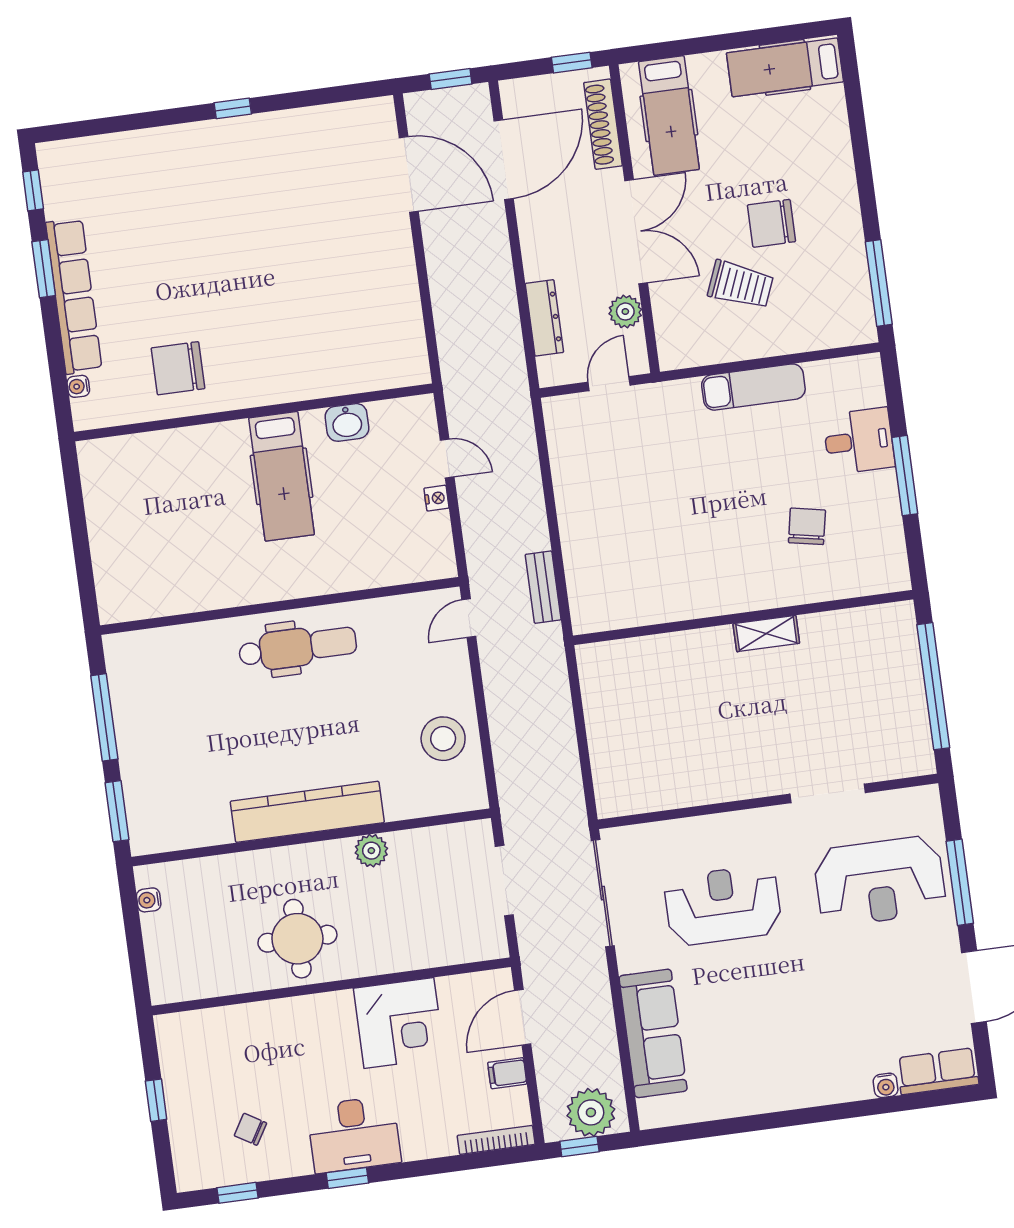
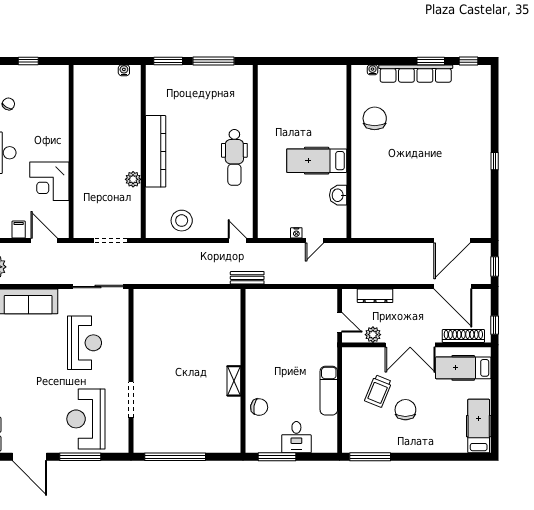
wall: (743, 617) -> (243, 371), moved
shelving: (766, 633) -> (234, 381), moved
round table: (297, 939) -> (96, 138), removed

